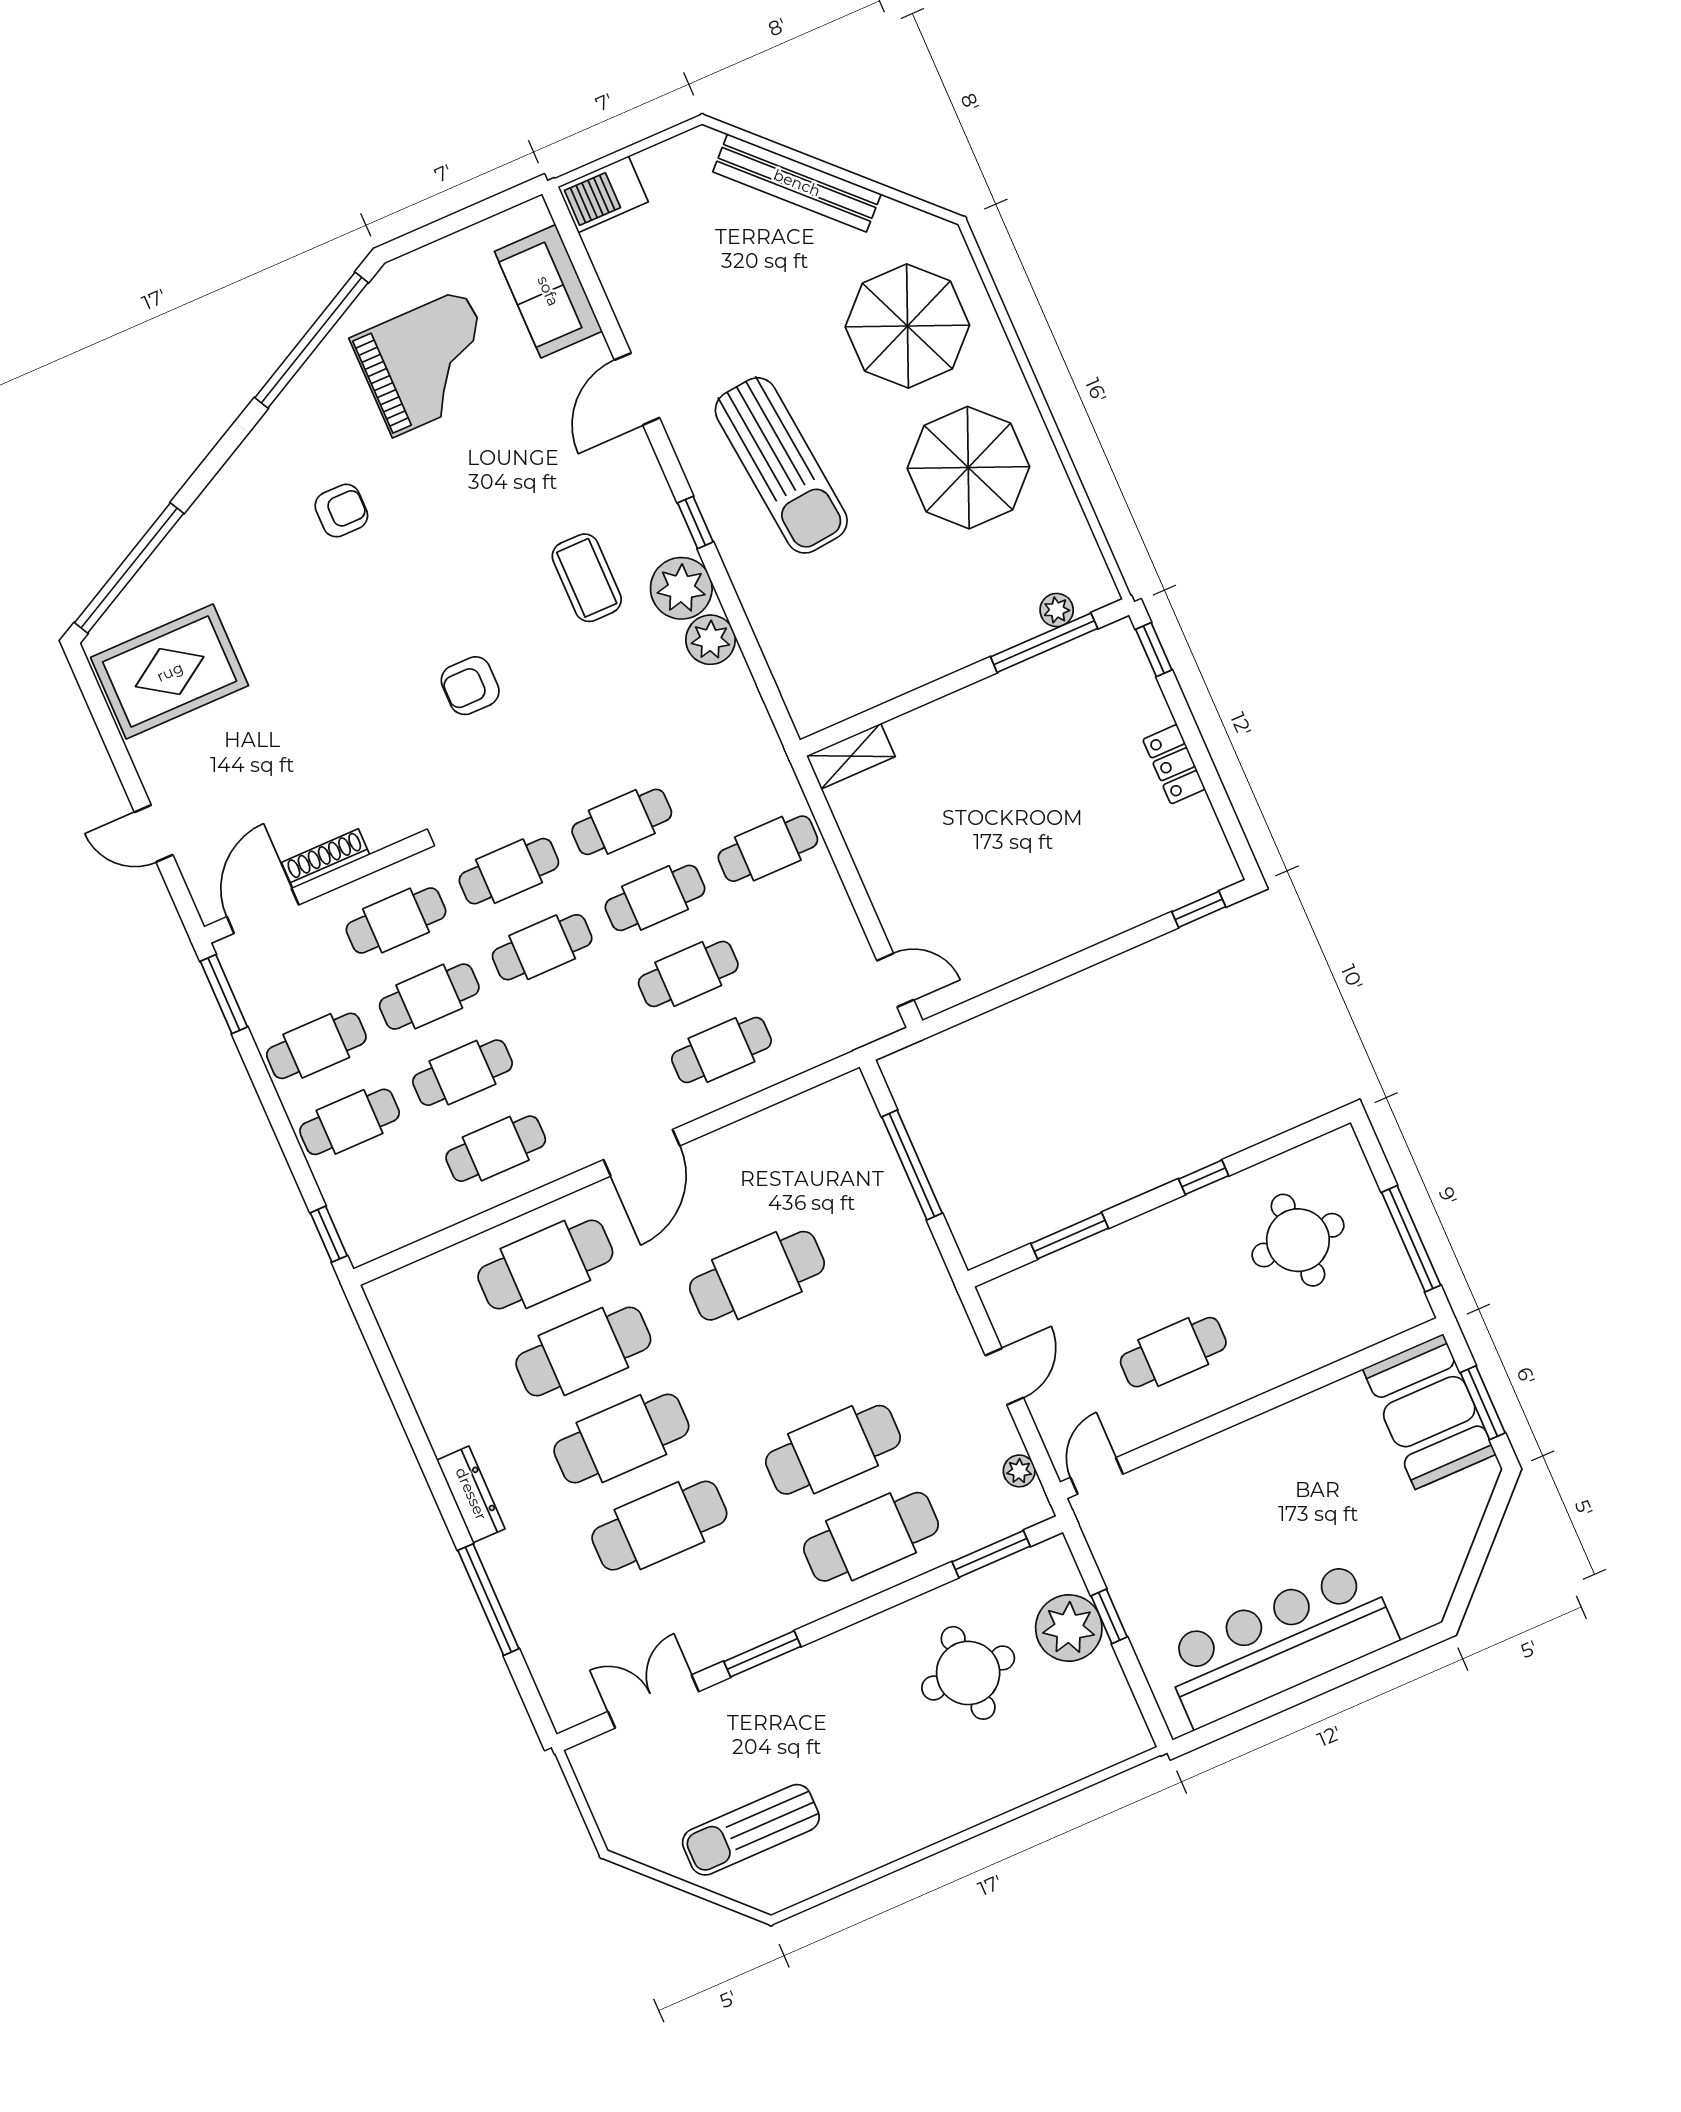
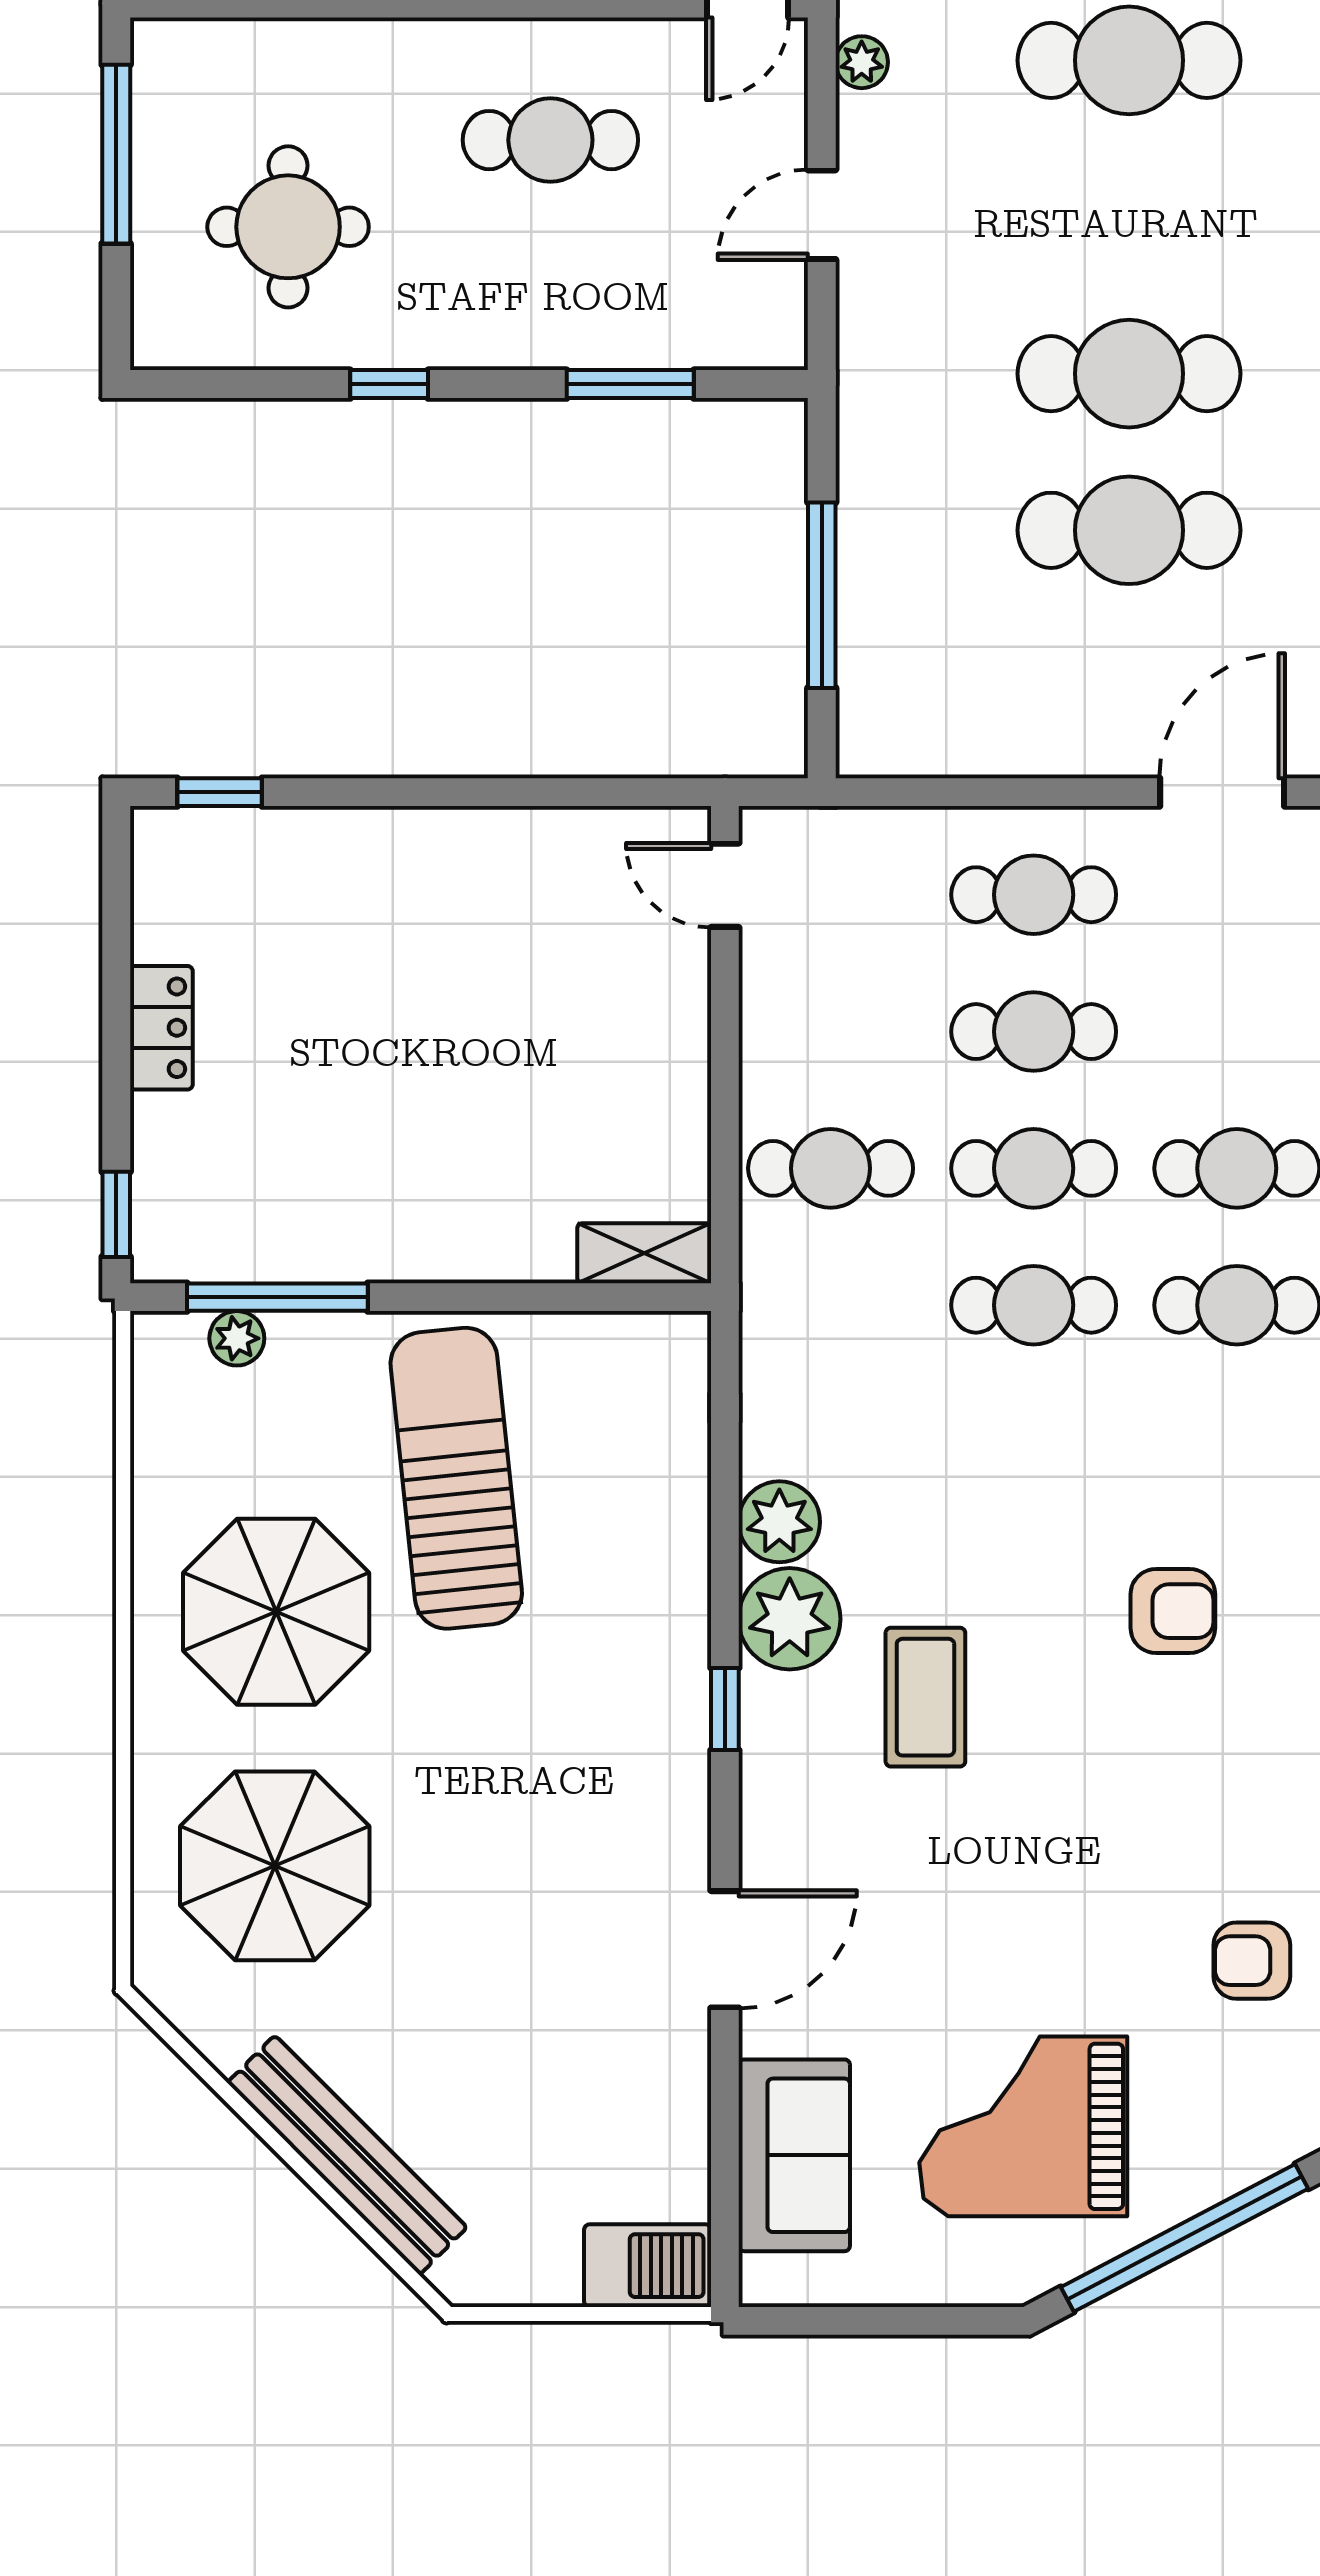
sun lounger: (781, 465) -> (456, 1478), moved
cafe table: (833, 1450) -> (1129, 374), moved

